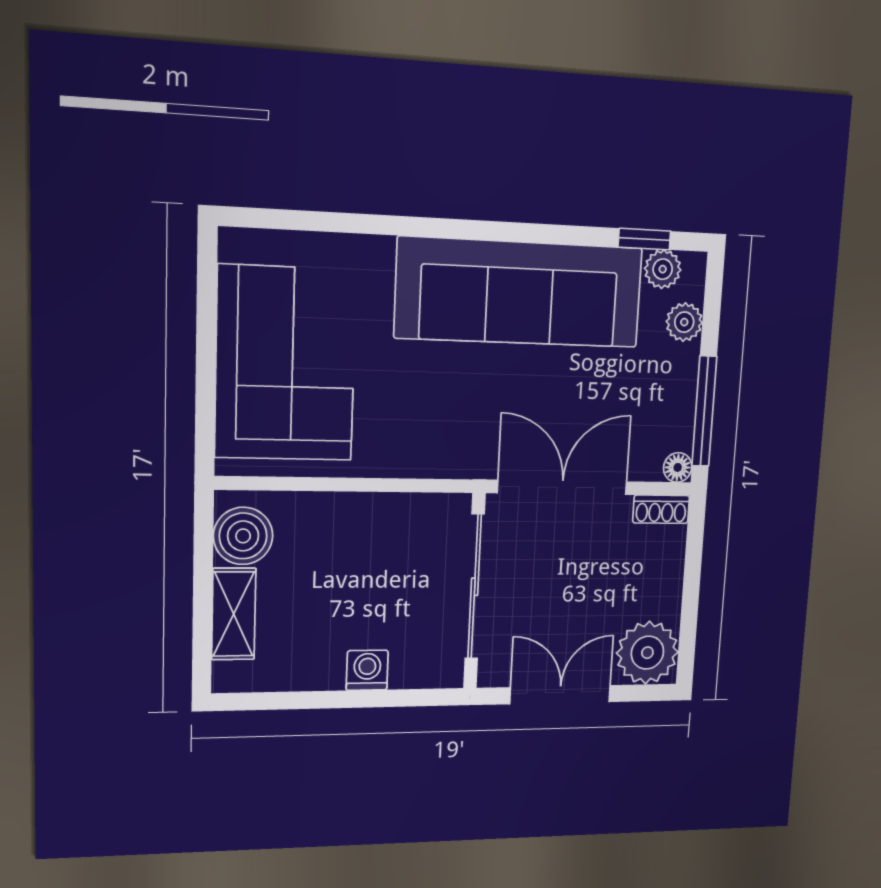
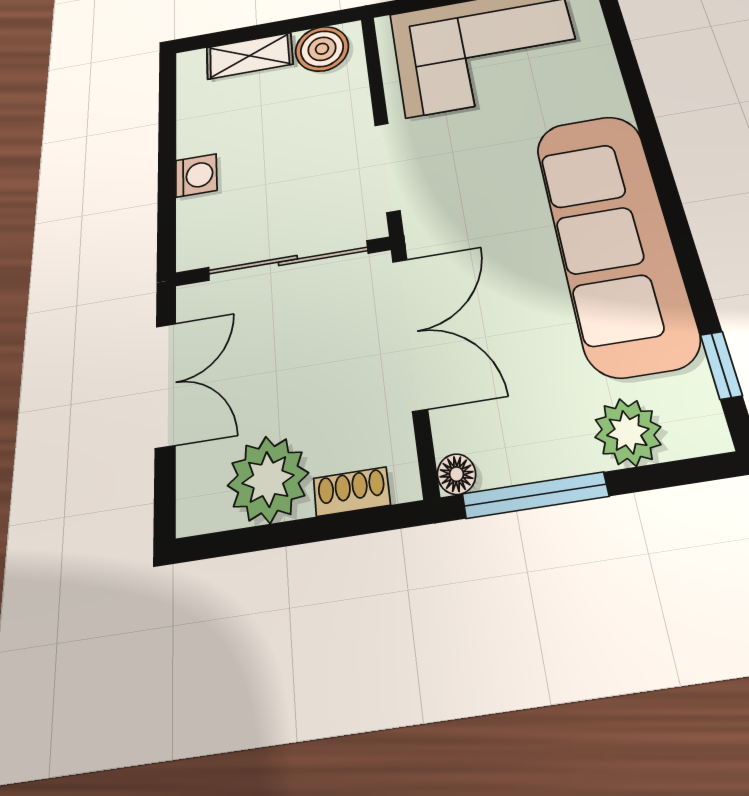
plant: (663, 269) -> (694, 396), removed
plant: (684, 322) -> (628, 432), width x1.38, depth x1.38
doorway: (401, 485) -> (387, 167), added
shoe rack: (661, 509) -> (352, 492), moved, turned 90
plant: (647, 653) -> (268, 479), moved

